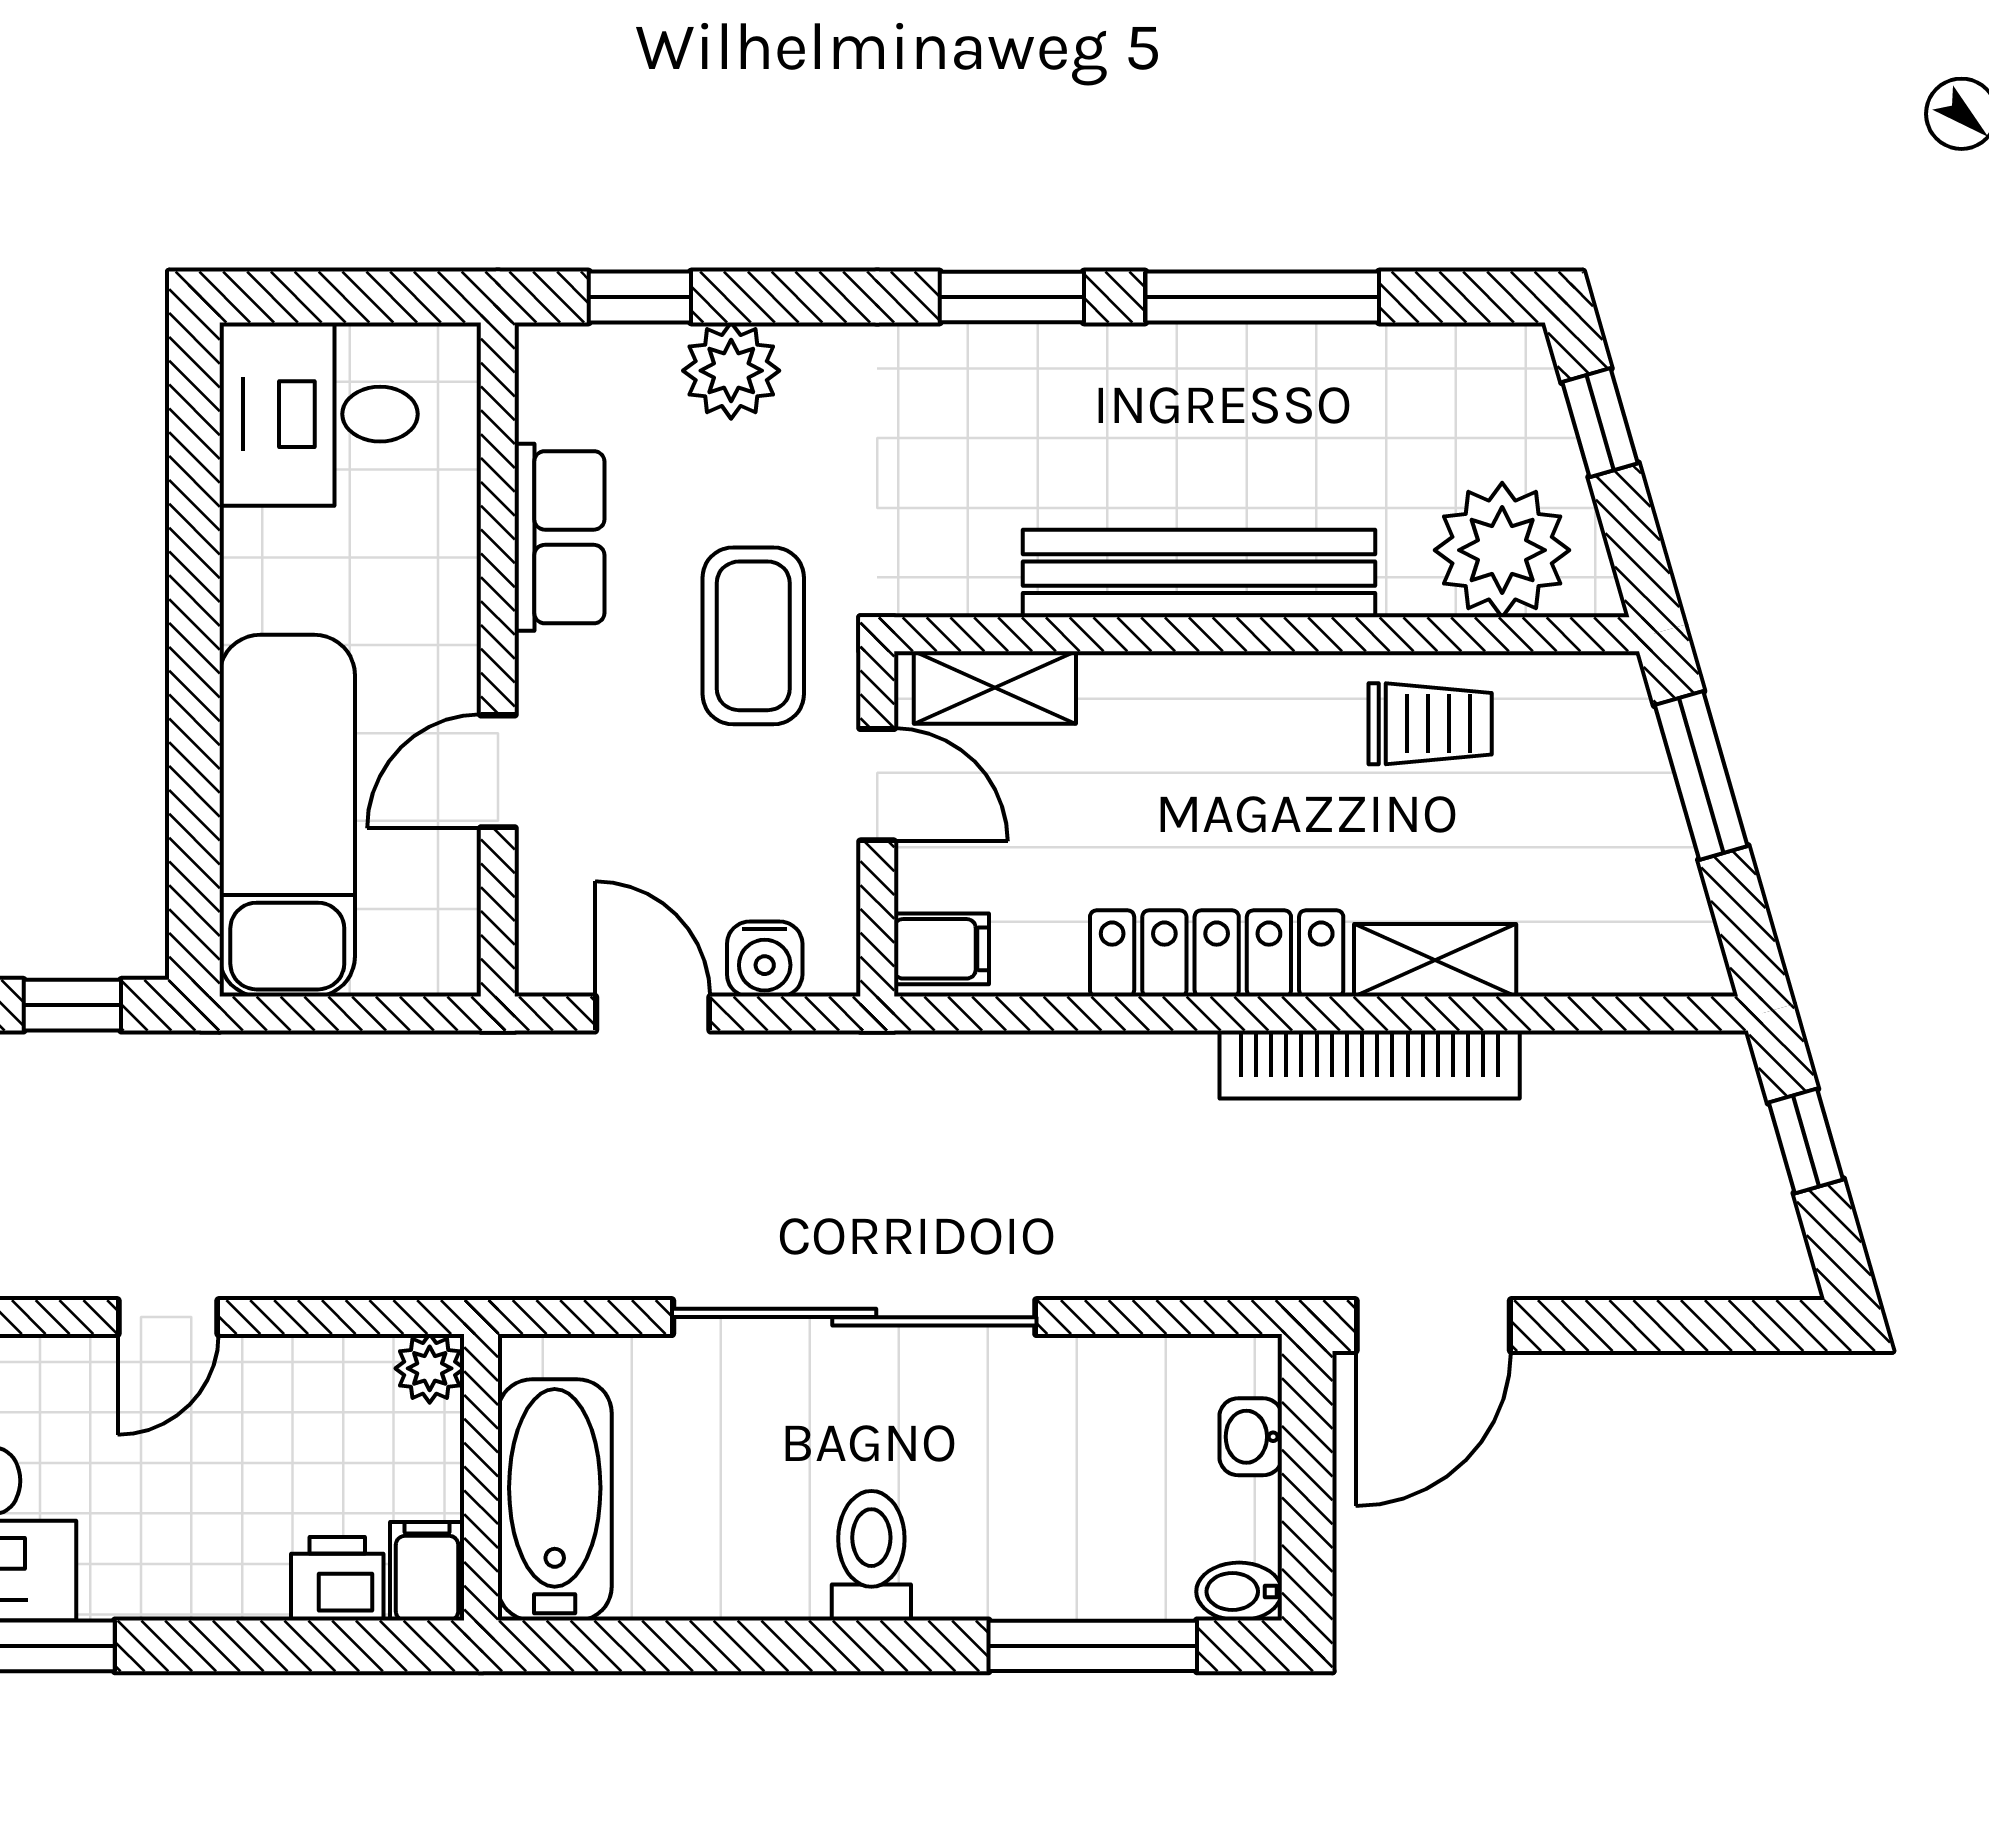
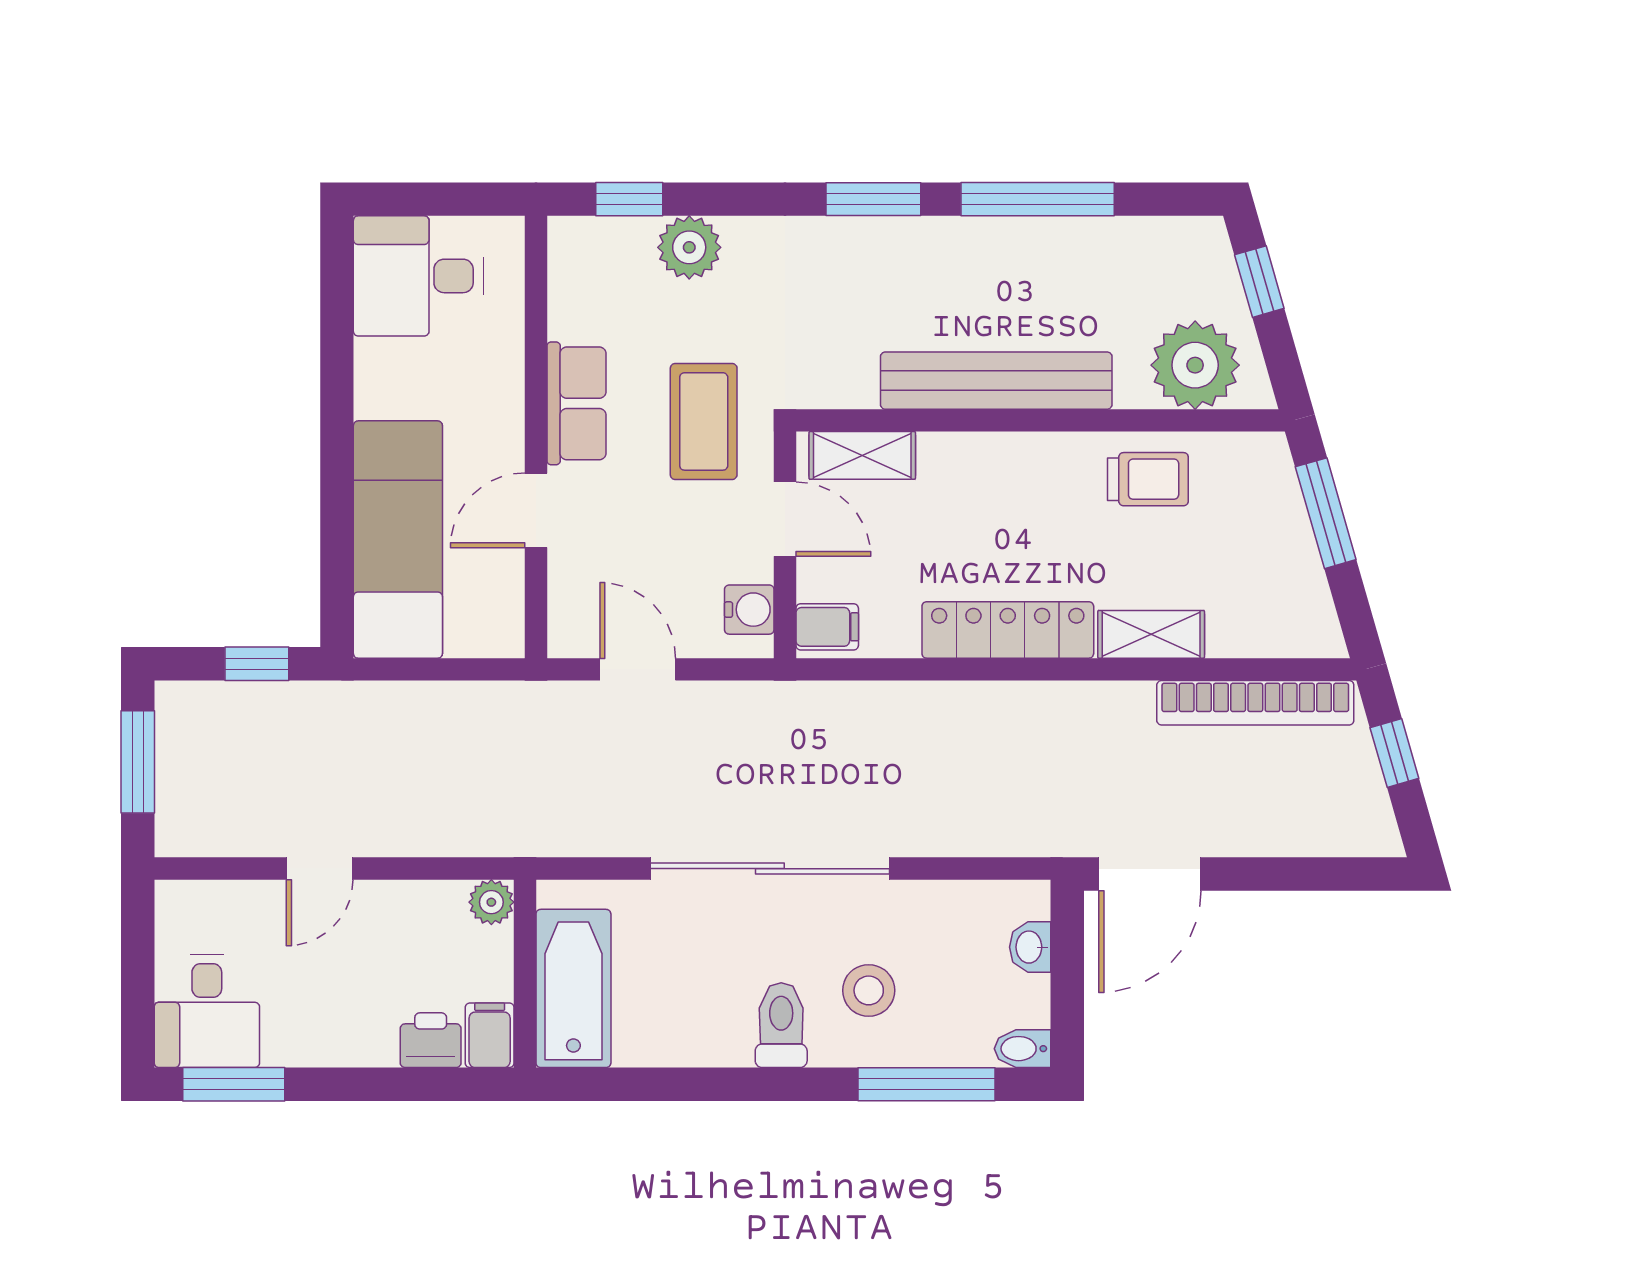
row of seats: (559, 537) -> (577, 403), moved
water cooler: (765, 959) -> (749, 610), moved, turned -90
bookcase: (1370, 1065) -> (1255, 703), moved
stool: (1005, 1503) -> (869, 990), added

